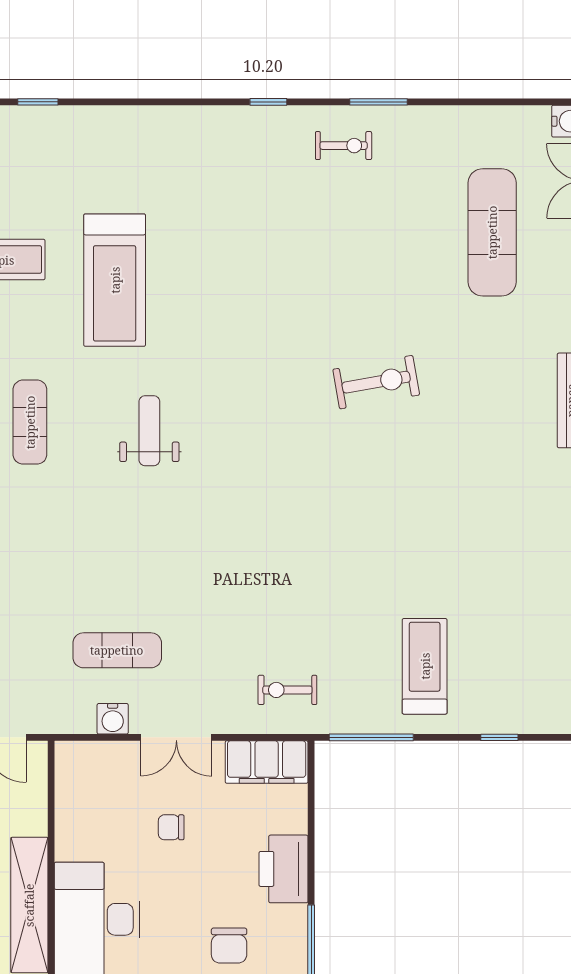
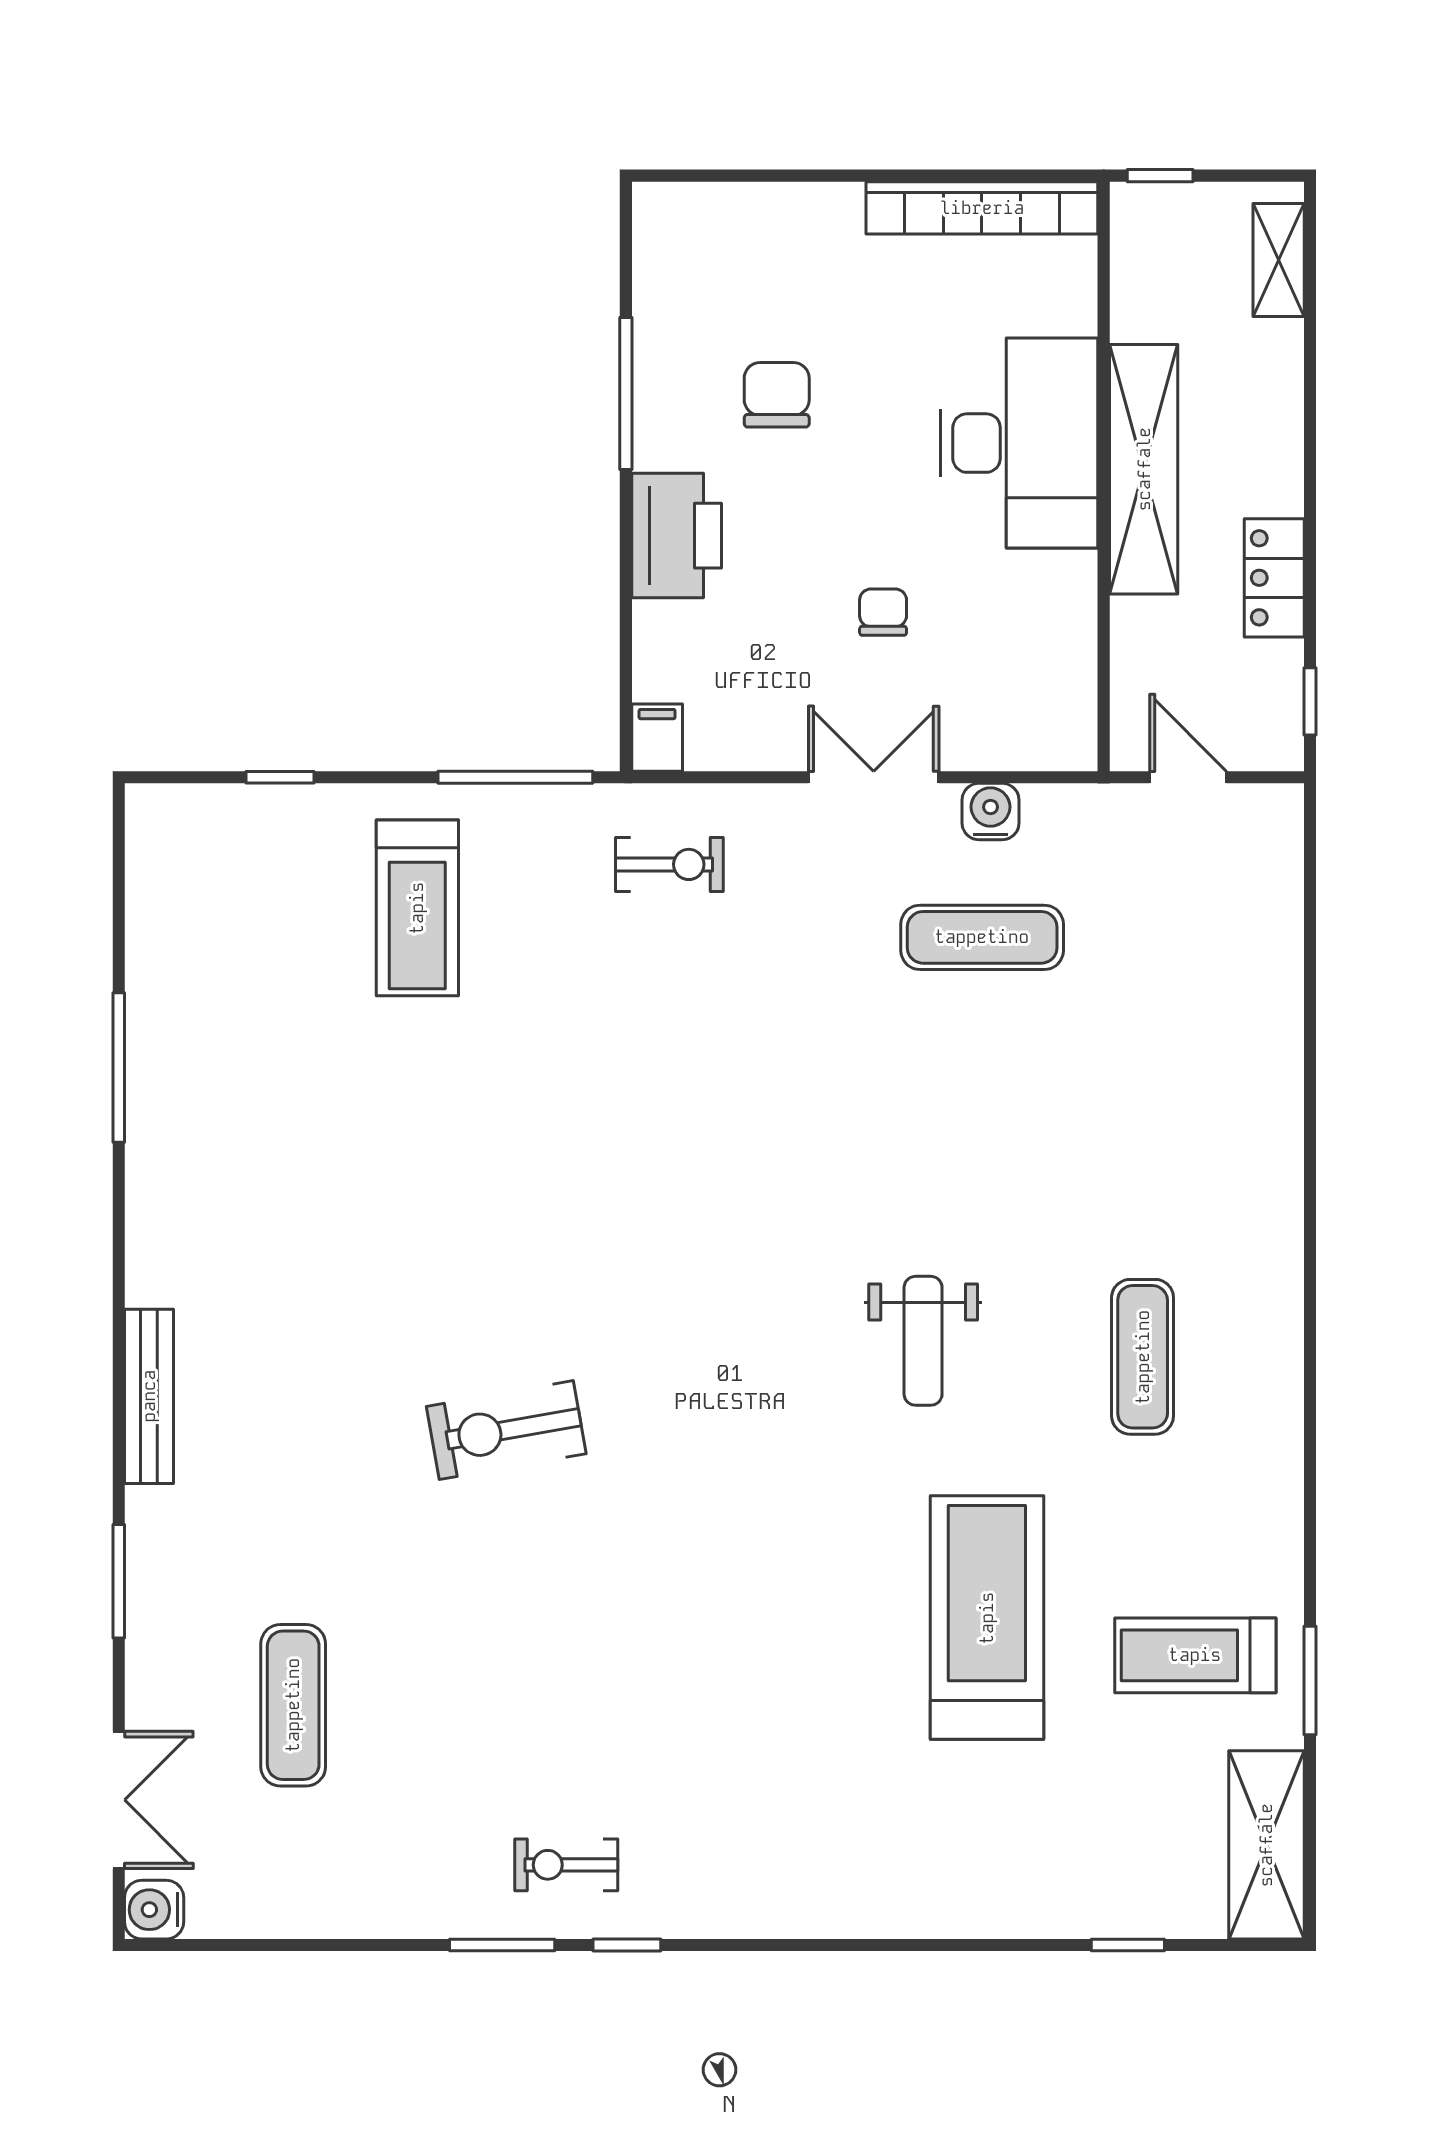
window: (268, 102) -> (627, 1945), moved
exercise mat: (492, 232) -> (293, 1705), width x0.73, depth x0.69
filing cabinet: (267, 762) -> (657, 738), width x0.33, depth x0.86
chair: (171, 827) -> (883, 612), turned -90

